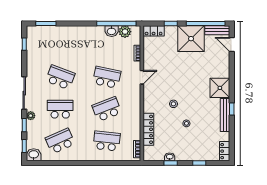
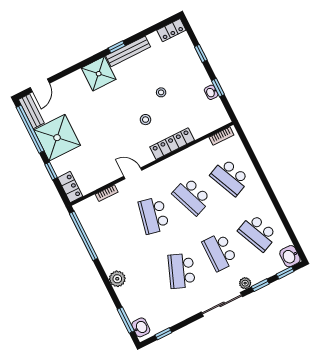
washbasin: (112, 31) -> (141, 327), moved
plant: (125, 32) -> (117, 279), moved
locker: (148, 129) -> (172, 144), moved
school desk: (107, 141) -> (230, 177), turned -30

